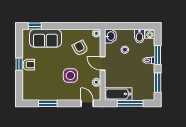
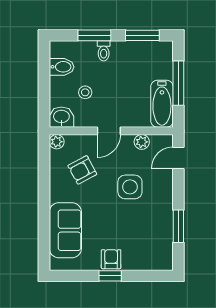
window: (35, 26) -> (44, 249), removed
washing machine: (150, 34) -> (57, 49), removed

